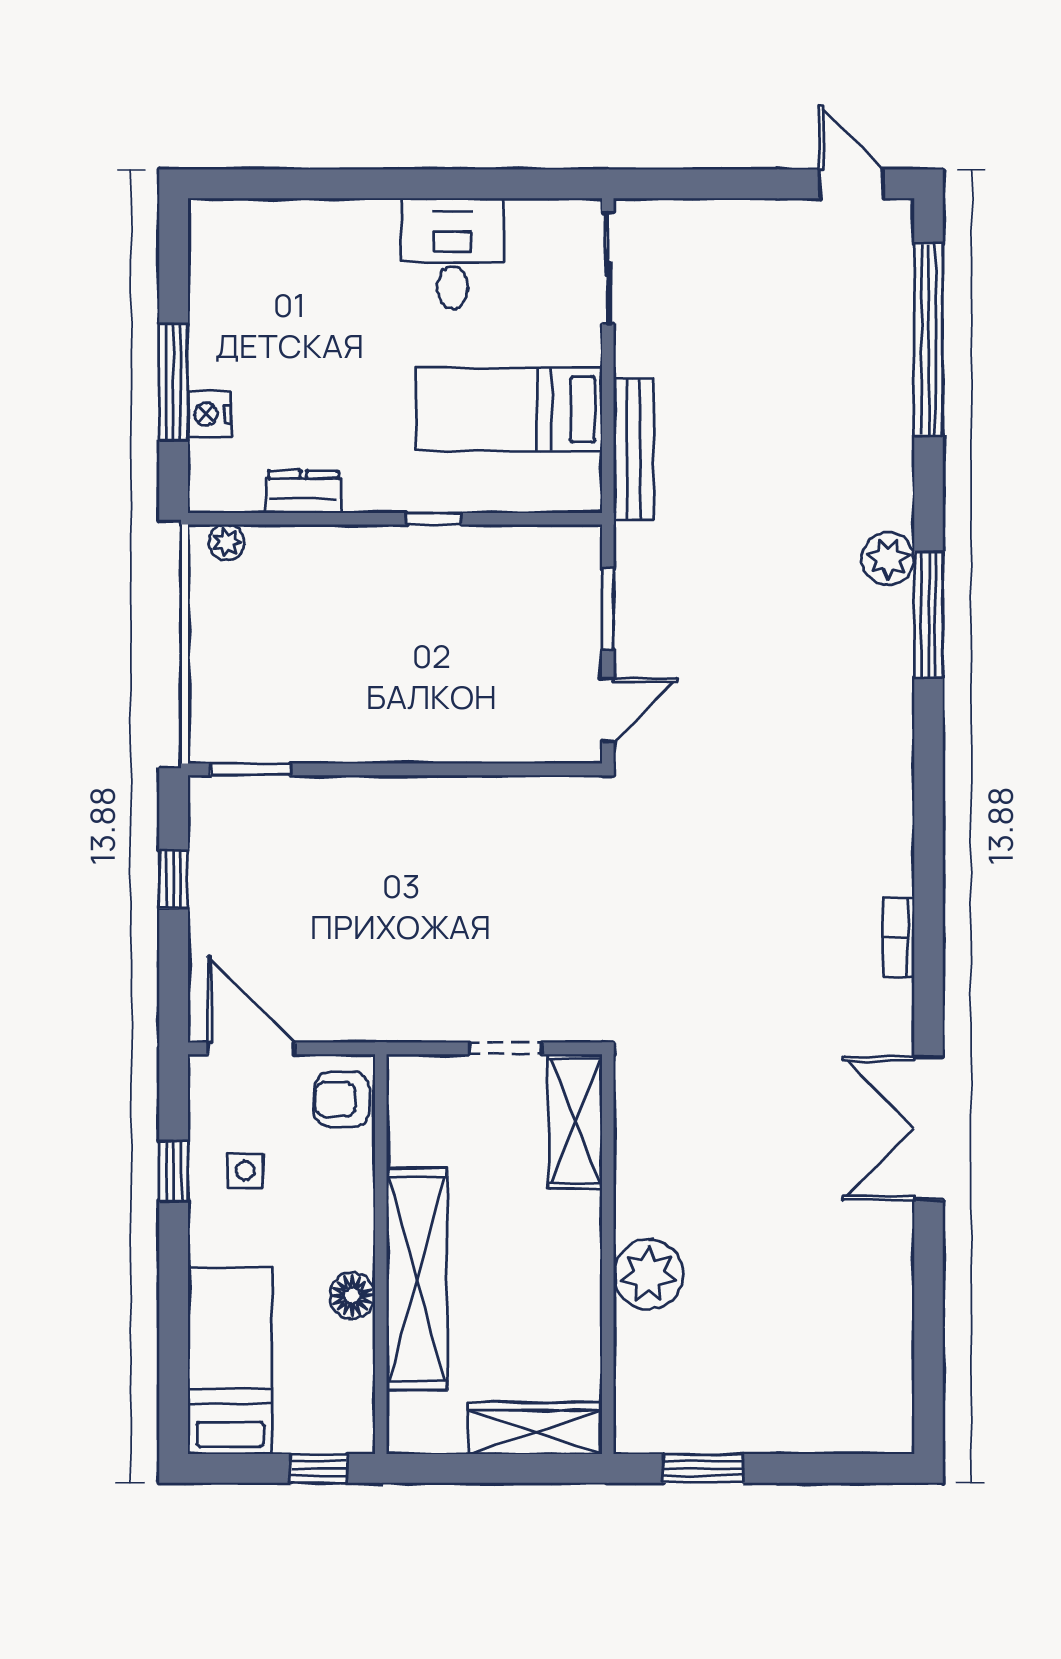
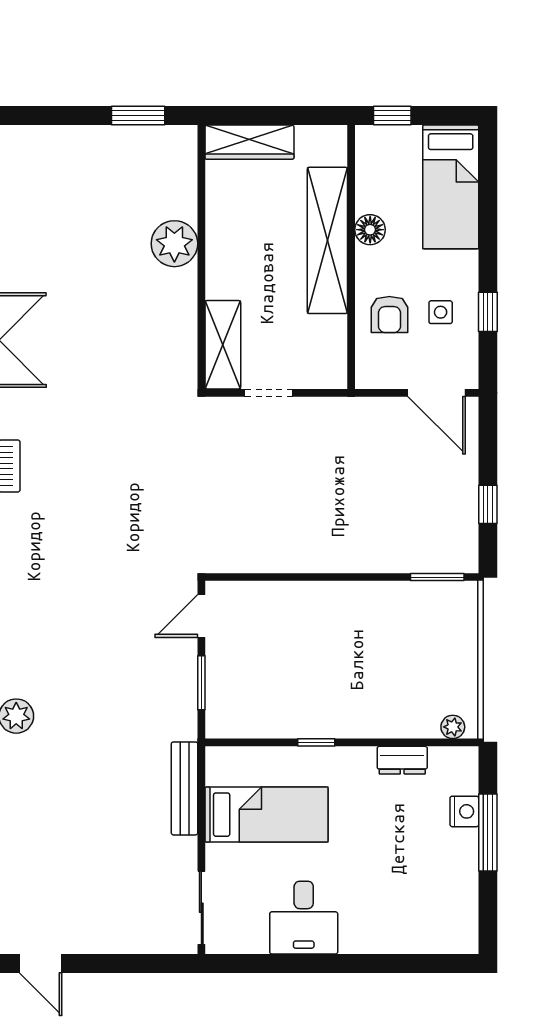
armchair: (342, 1099) -> (389, 314), moved, turned 90

